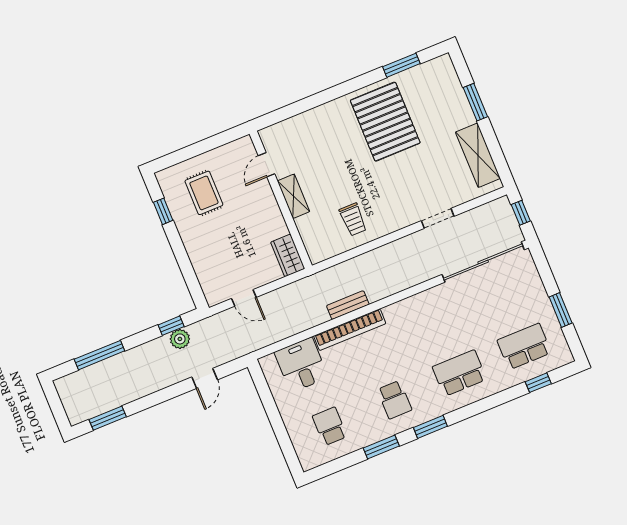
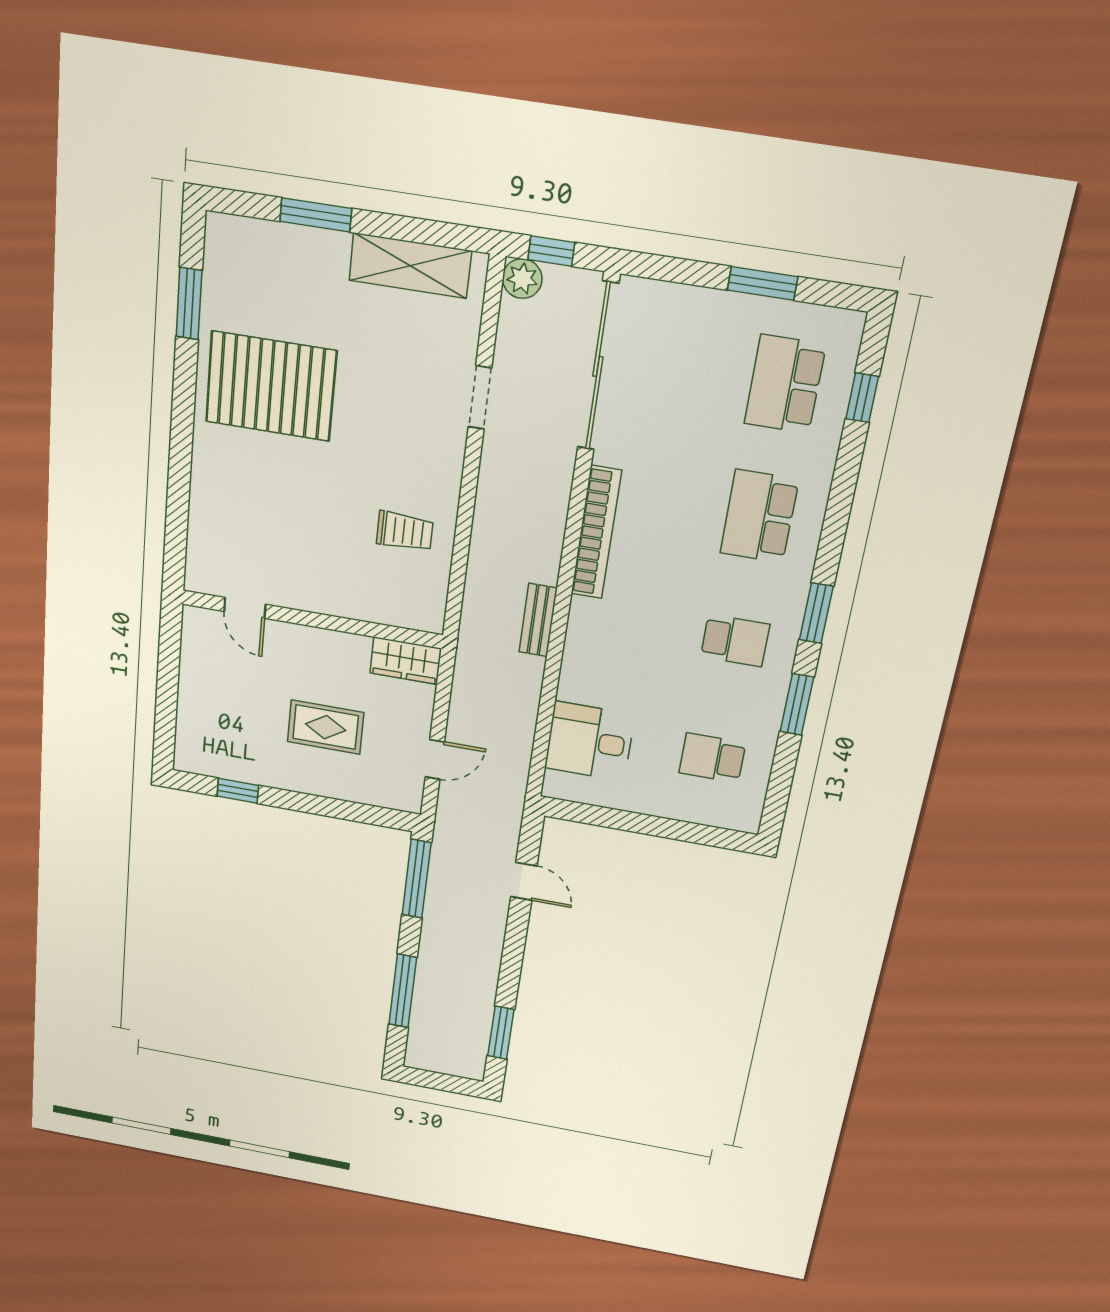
rug: (204, 193) -> (326, 727), moved
shelving: (294, 196) -> (317, 598), removed
window: (171, 326) -> (417, 879), width x2.17
bookcase: (350, 330) -> (596, 533), moved
plant: (180, 339) -> (522, 279), moved

